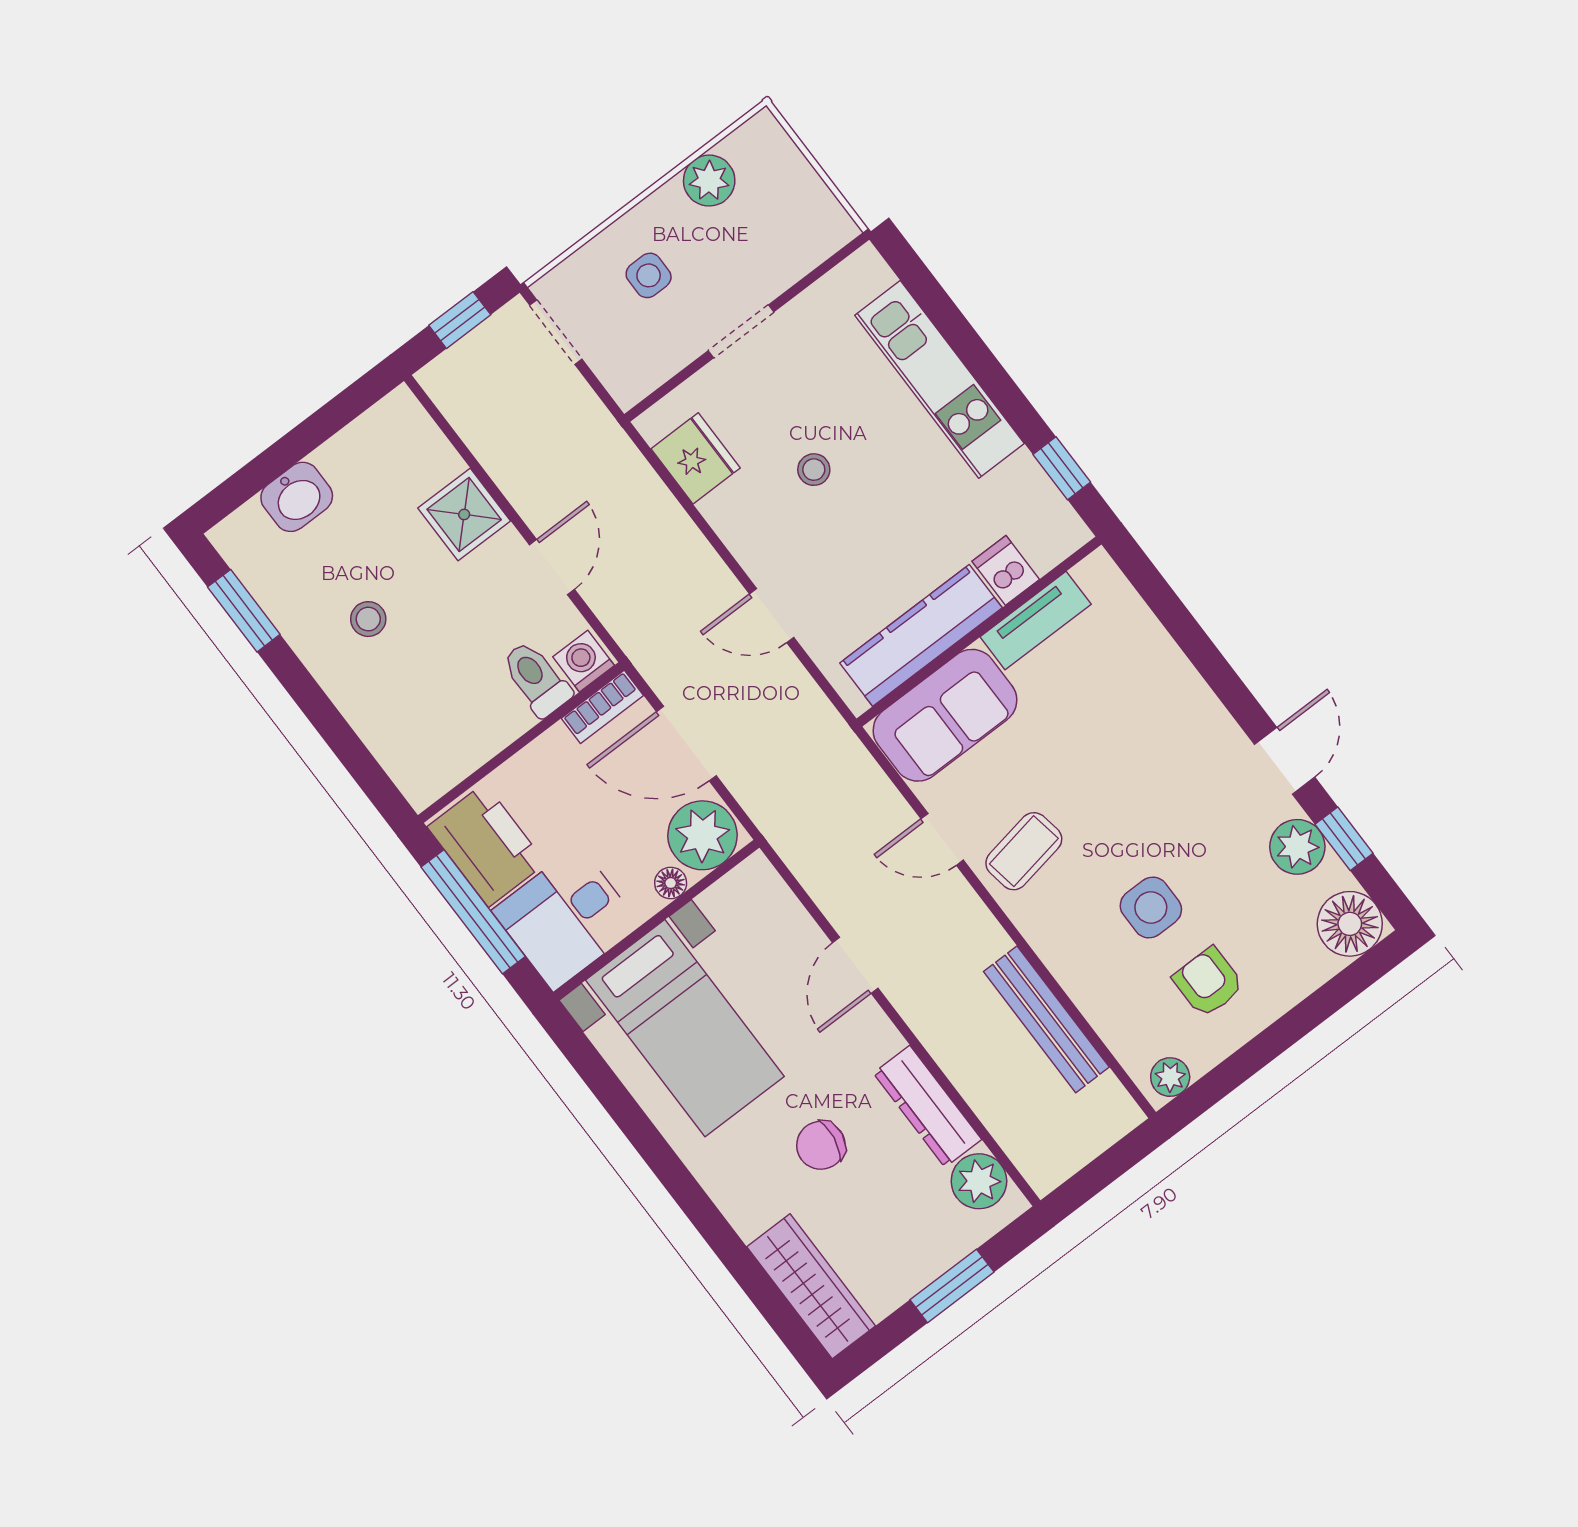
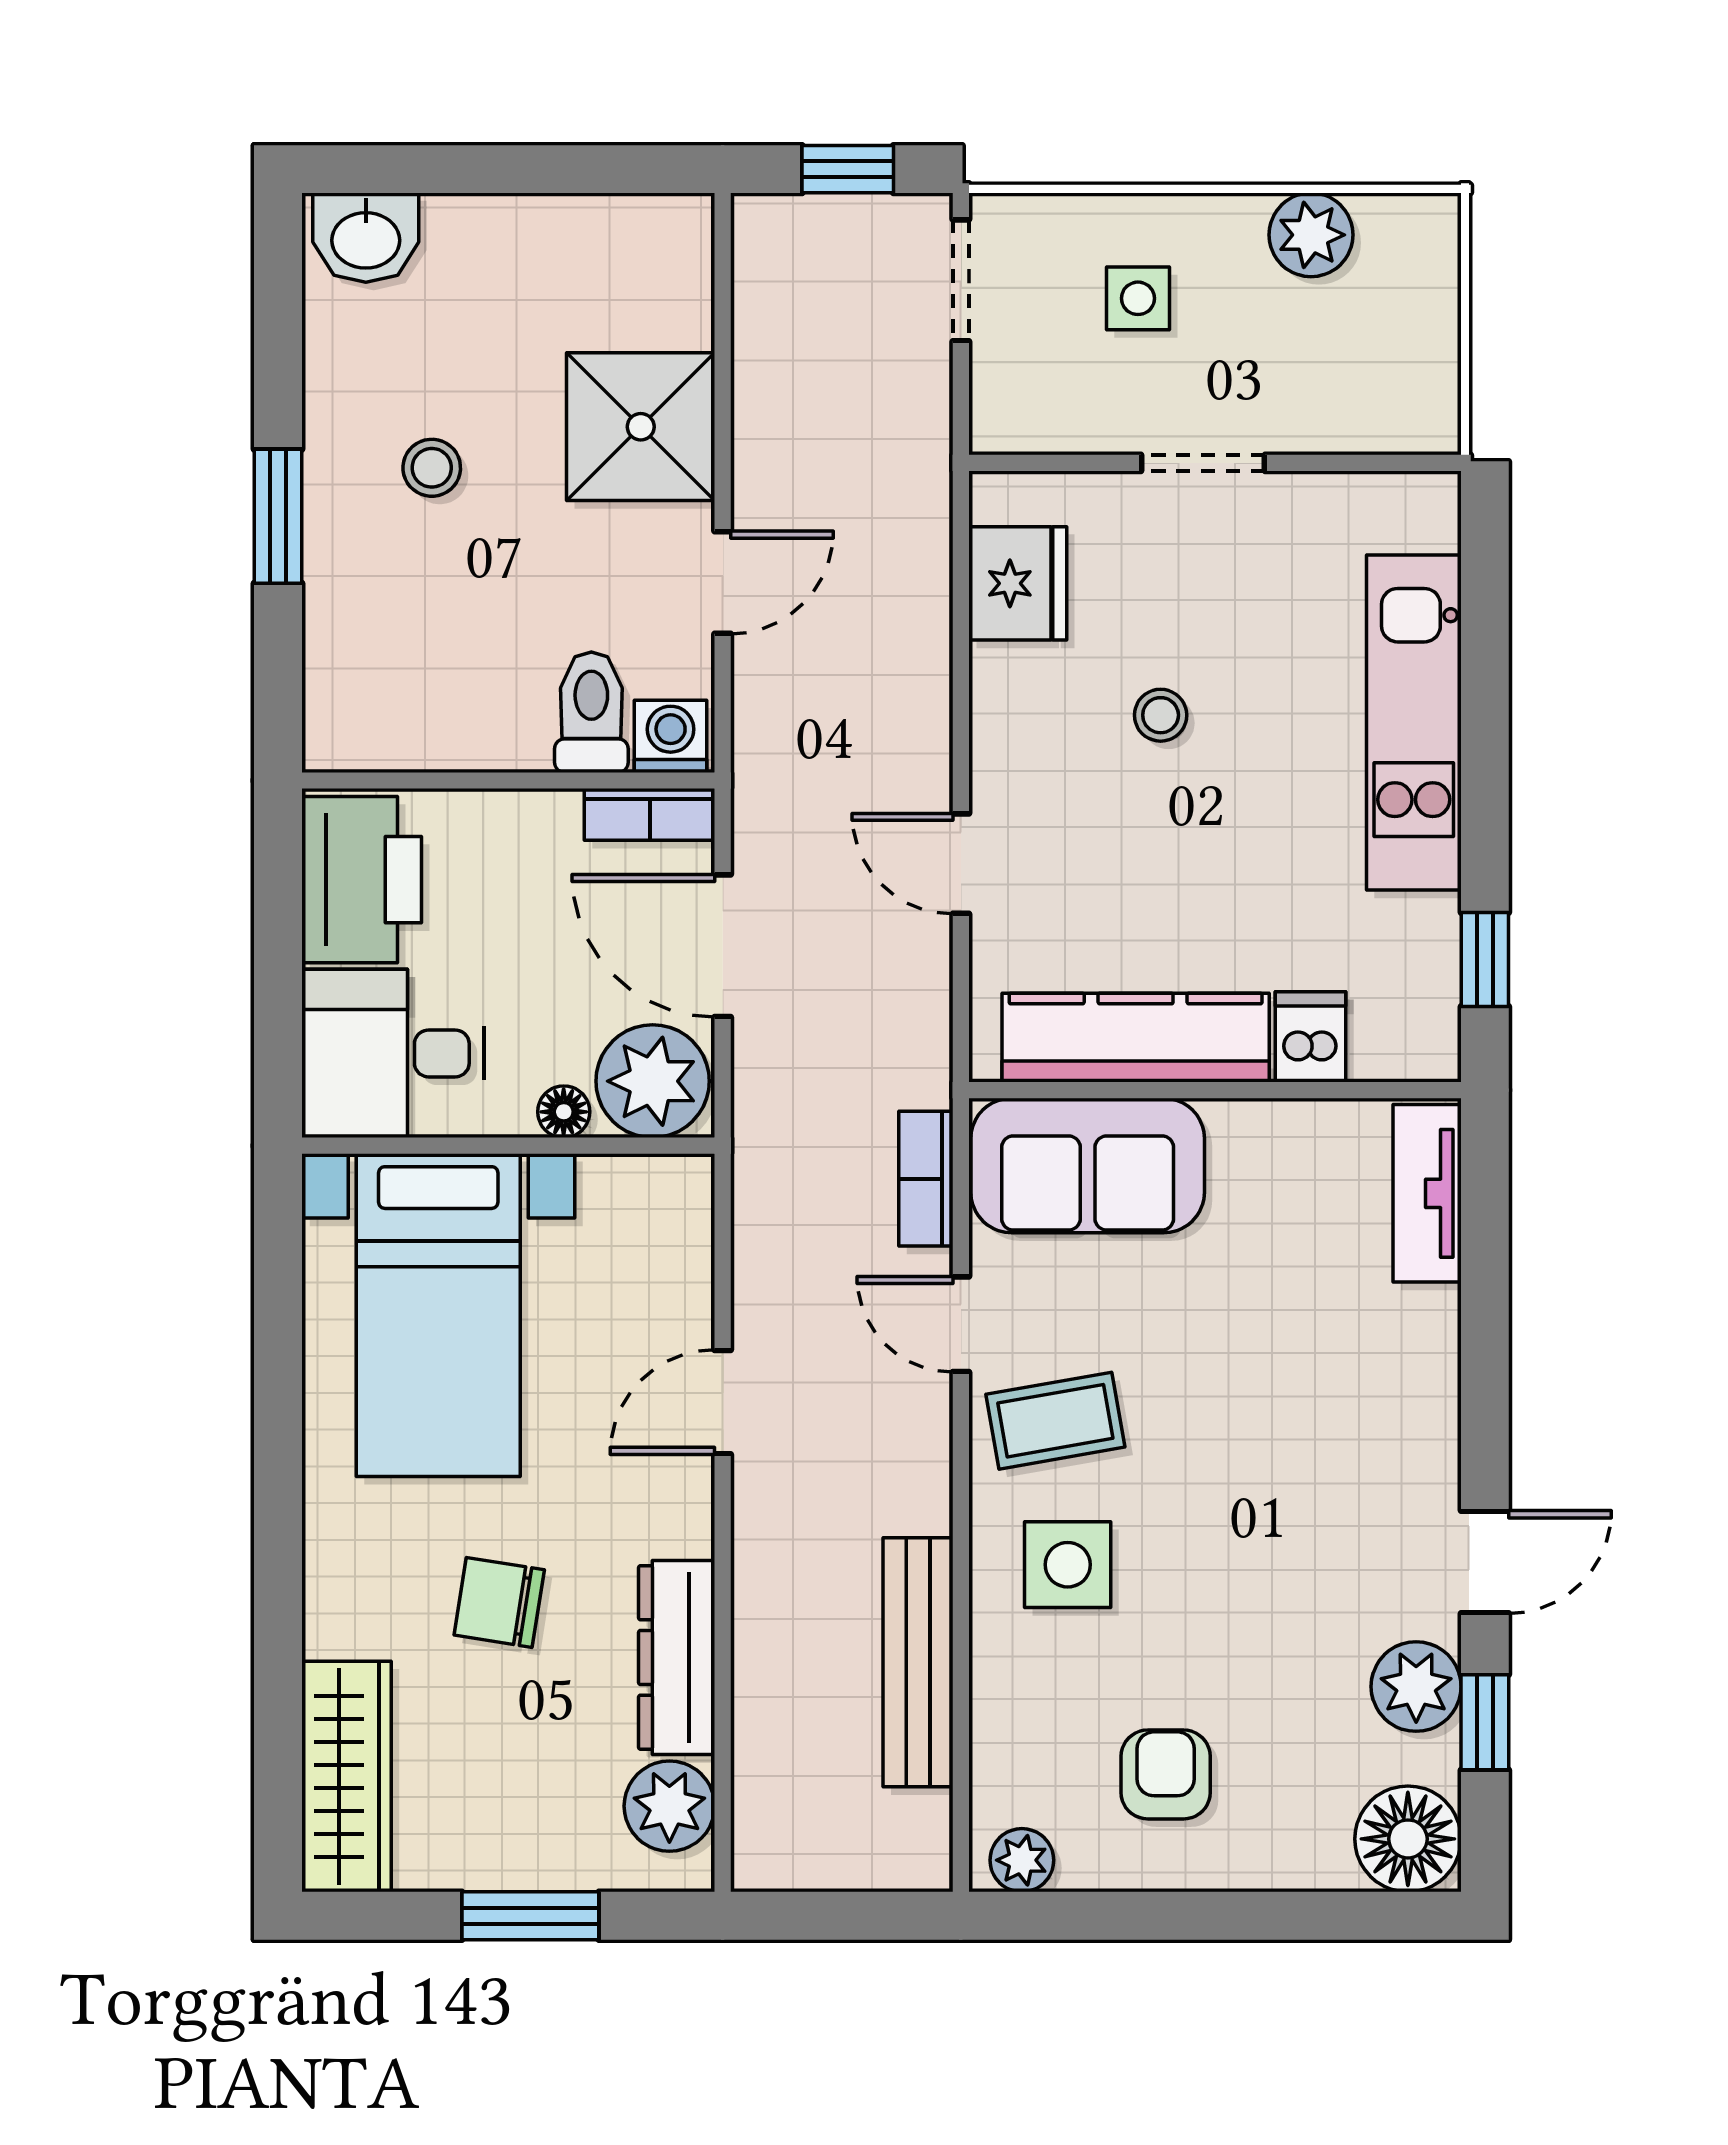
washbasin: (297, 497) -> (366, 238), moved
shower: (464, 514) -> (641, 427), width x1.36, depth x1.36
window: (244, 611) -> (278, 516), moved
tv unit: (1036, 621) -> (1427, 1193), moved, turned 90
bookcase: (871, 782) -> (926, 1179), added
side table: (1151, 907) -> (1068, 1565), moved
window: (473, 912) -> (278, 953), removed

